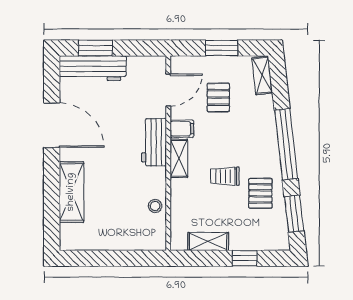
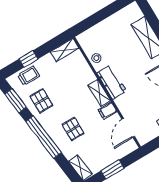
pallet: (218, 97) -> (73, 129), moved
workbench: (154, 142) -> (112, 82), moved
trolley: (225, 176) -> (29, 76), moved
shelving: (208, 241) -> (65, 50), moved

